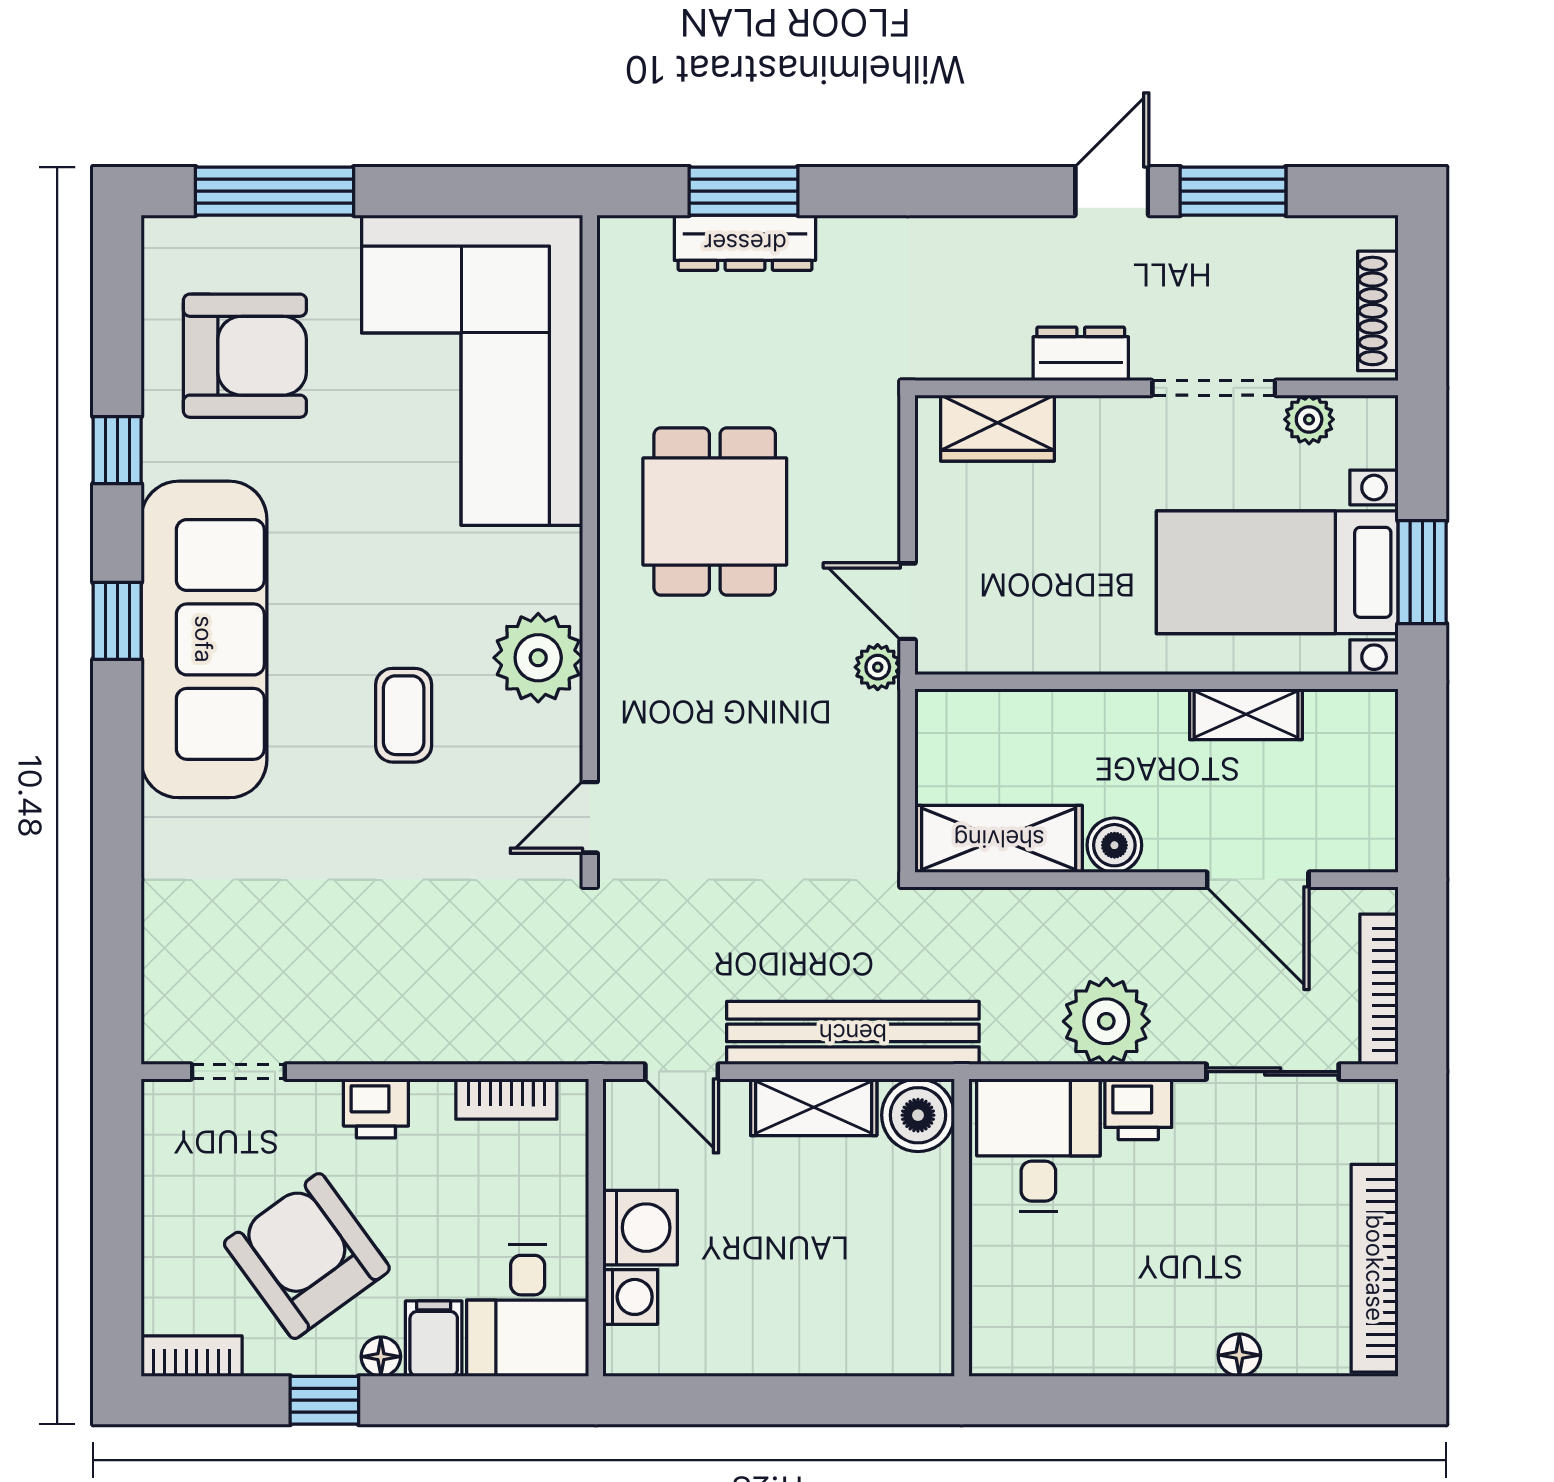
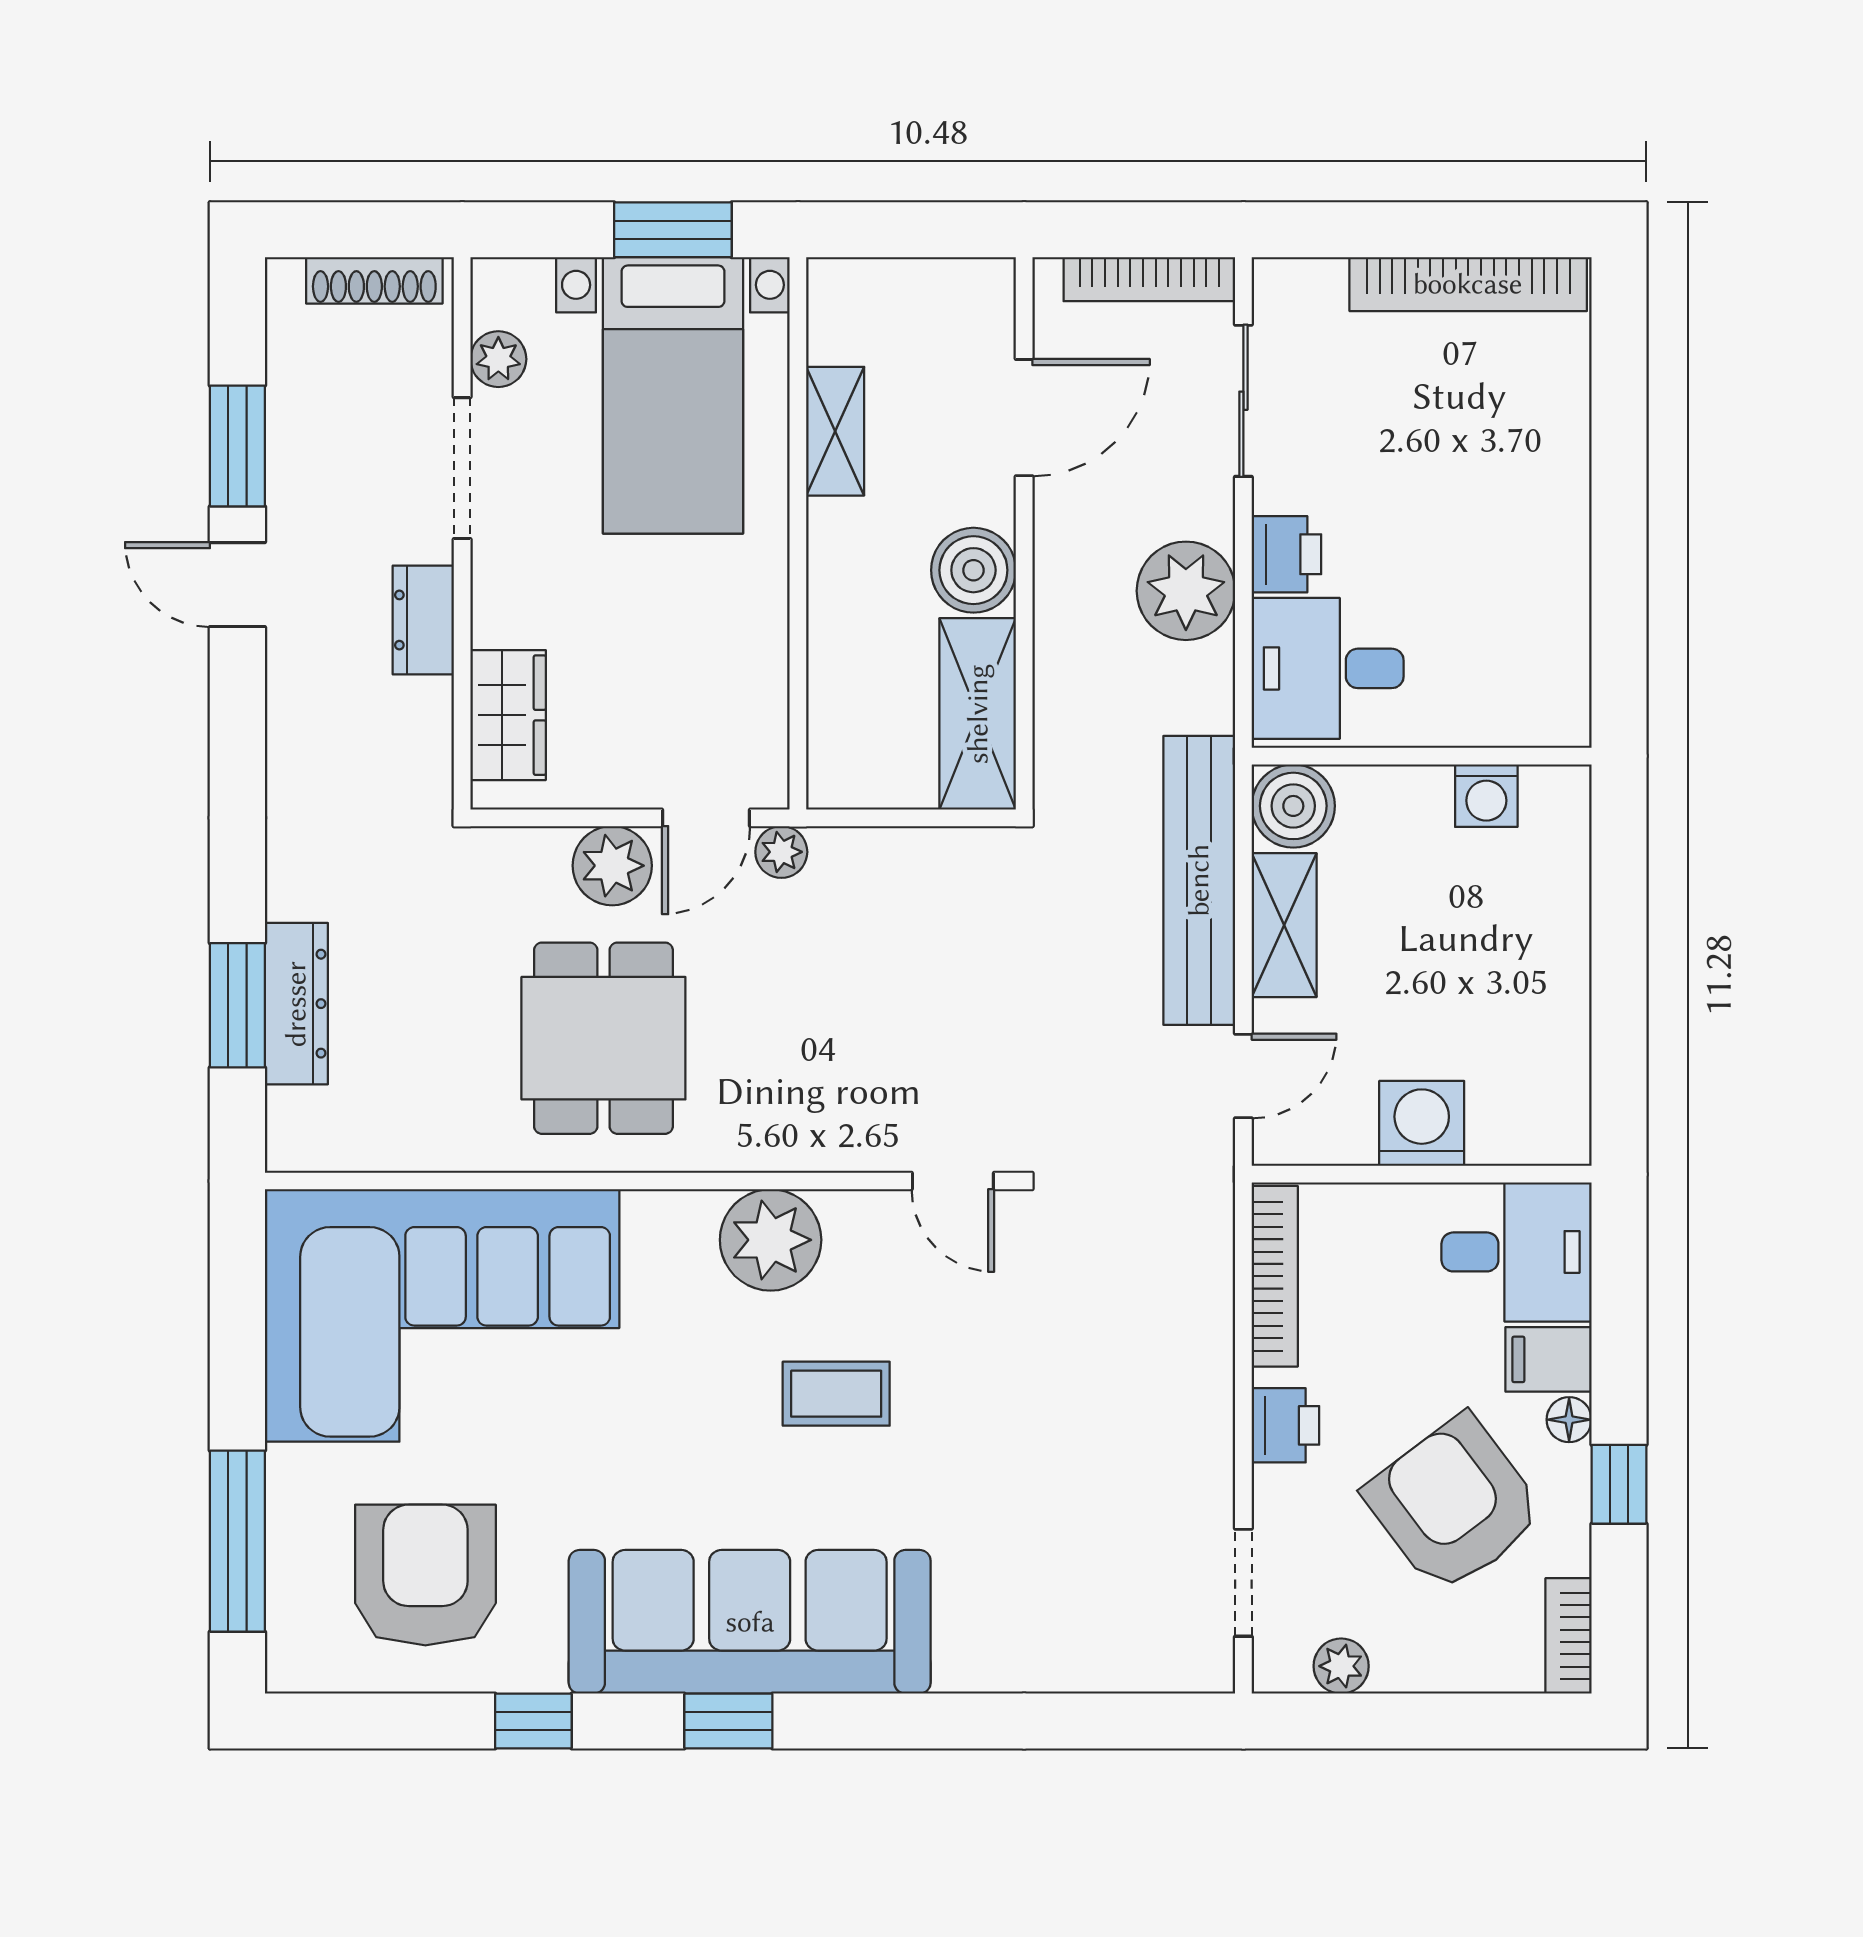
dining table: (715, 511) -> (603, 1038), turned 90
plant: (866, 519) -> (612, 866), added
boiler: (1114, 845) -> (973, 570), width x1.36, depth x1.36
bookcase: (506, 1099) -> (1275, 1276), width x1.56
plant: (165, 1157) -> (1341, 1666), added
armchair: (307, 1256) -> (1454, 1504), turned 89
washing machine: (630, 1297) -> (1486, 796), moved, turned 180
floor lamp: (1239, 1355) -> (1567, 439), removed

